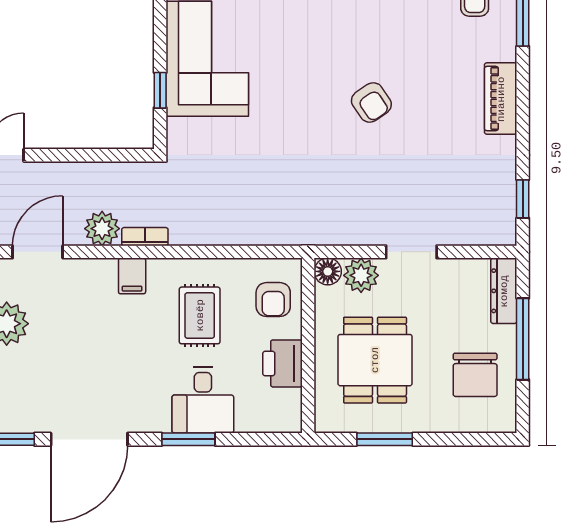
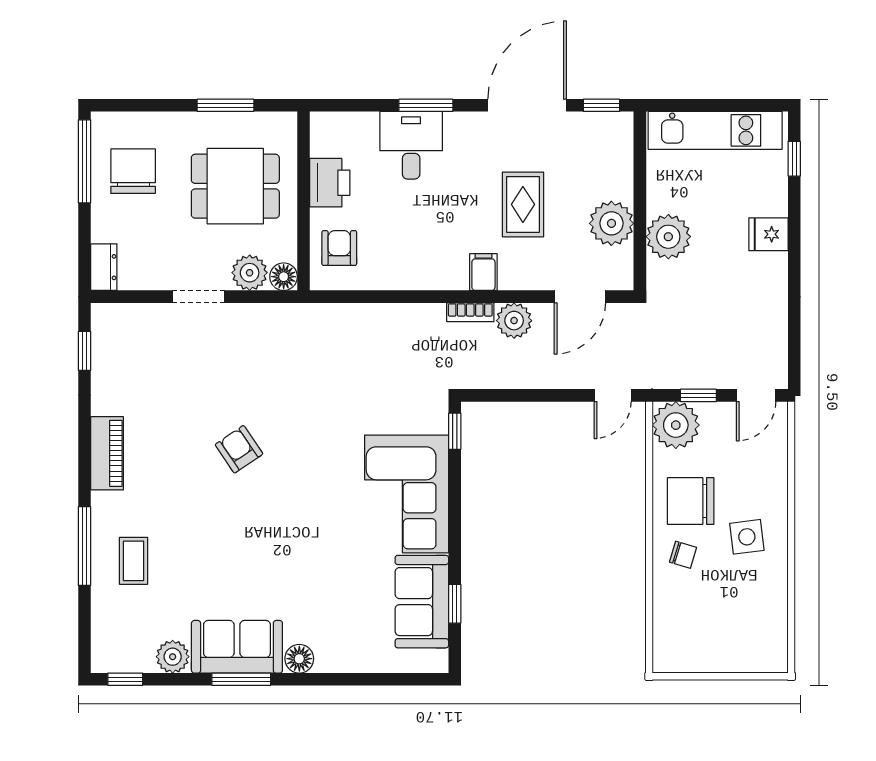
window: (160, 90) -> (455, 431), moved
dresser: (504, 291) -> (104, 267), width x0.70
rug: (200, 315) -> (523, 204), moved
window: (523, 339) -> (84, 161), moved
dining table: (375, 360) -> (235, 186), turned 90

